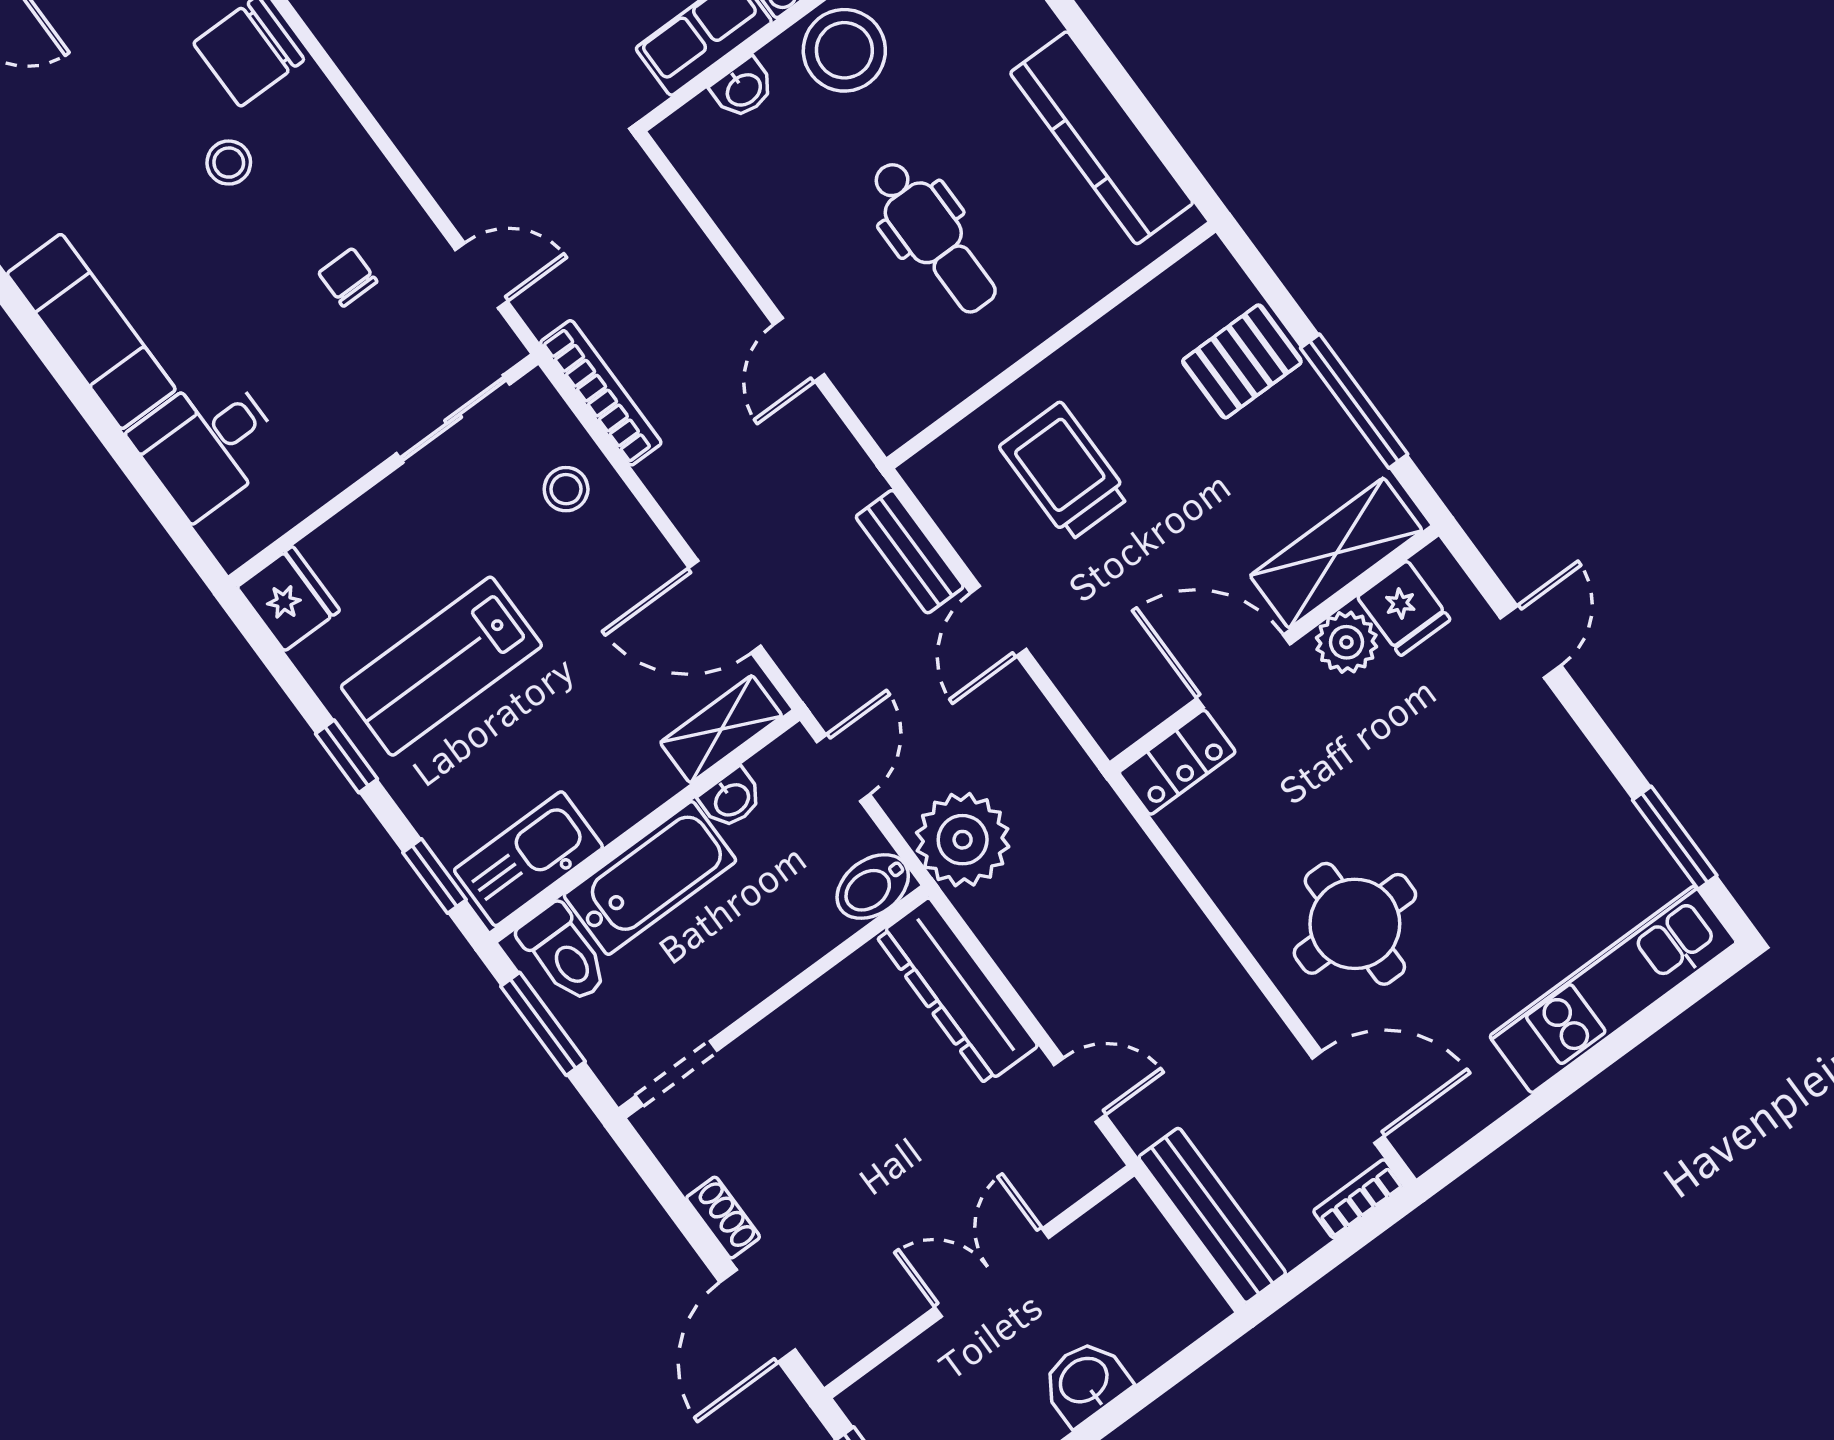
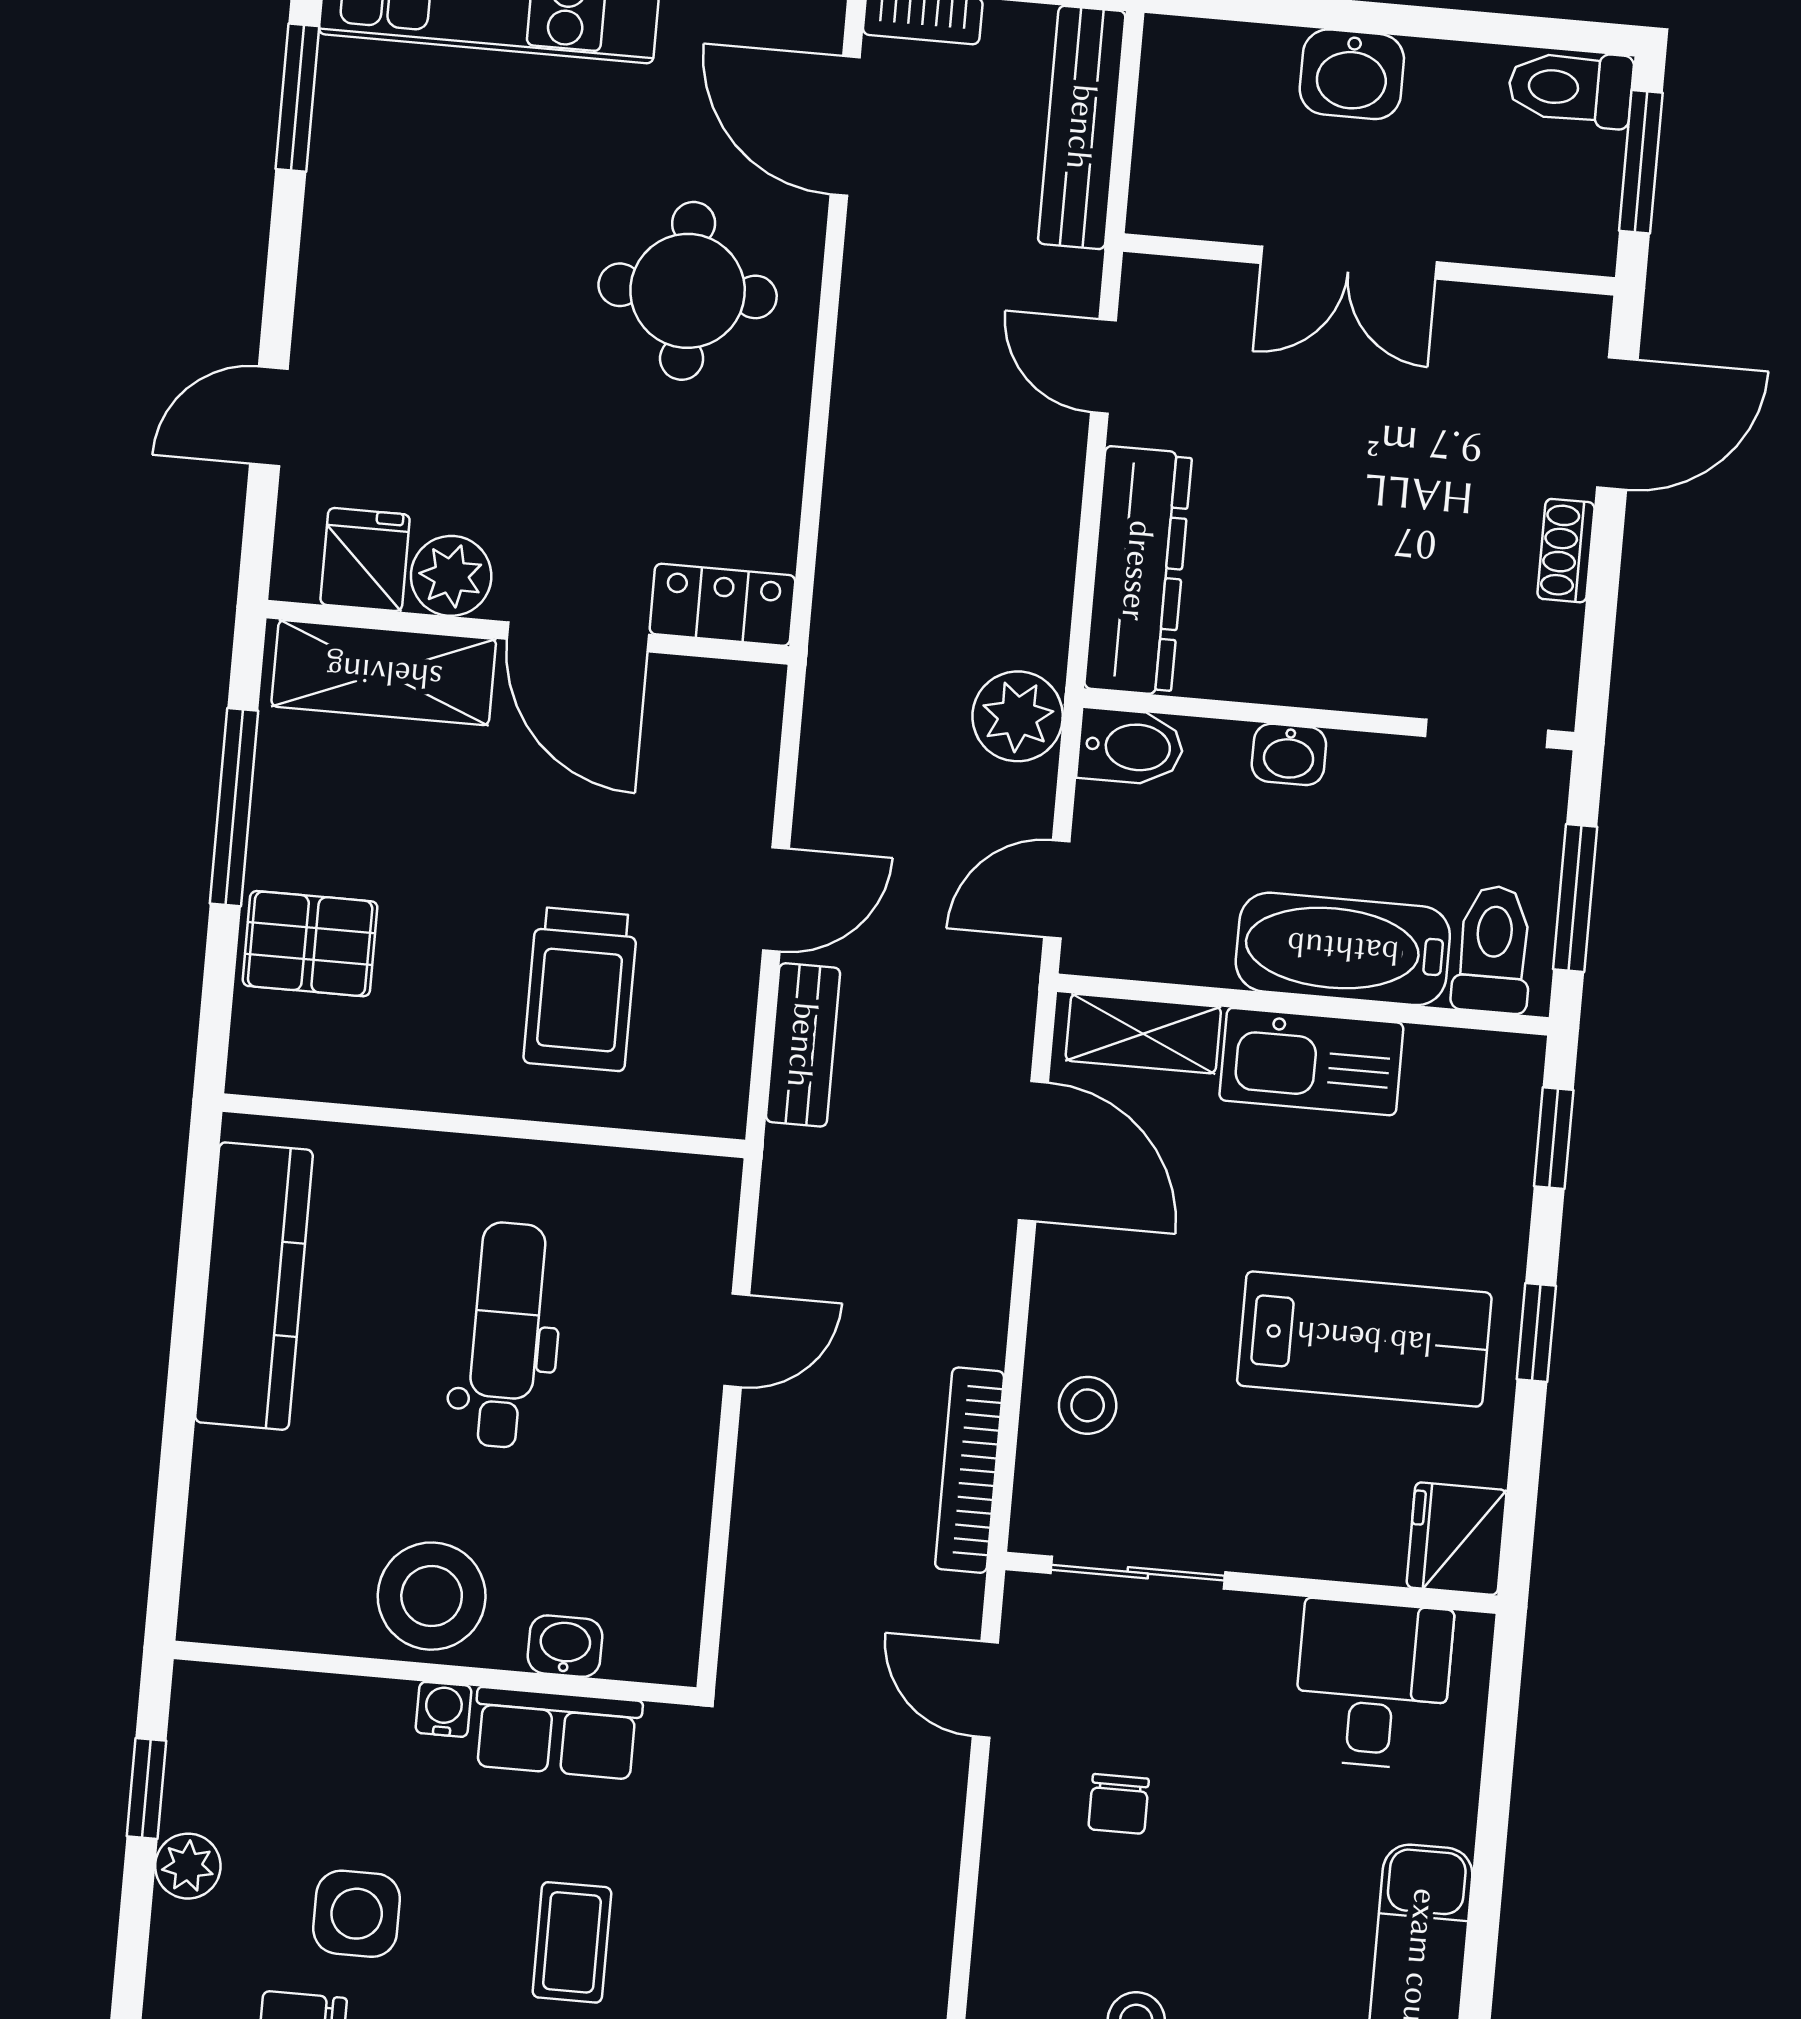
desk: (207, 443) -> (1373, 1684), moved, turned -90
washbasin: (731, 799) -> (1289, 754), moved, turned 180
plant: (963, 840) -> (1018, 716), width x0.73, depth x0.73
kitchen sink: (528, 859) -> (1311, 1062), moved

